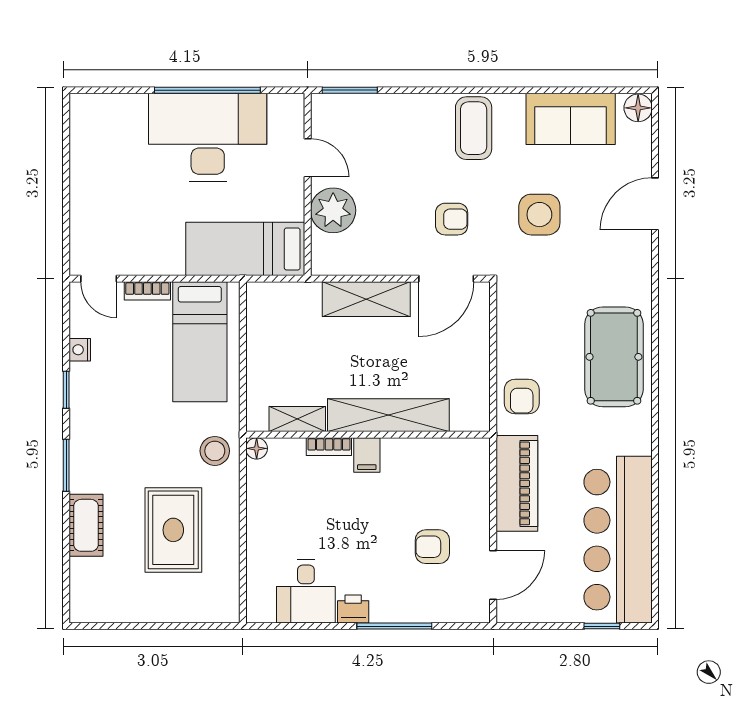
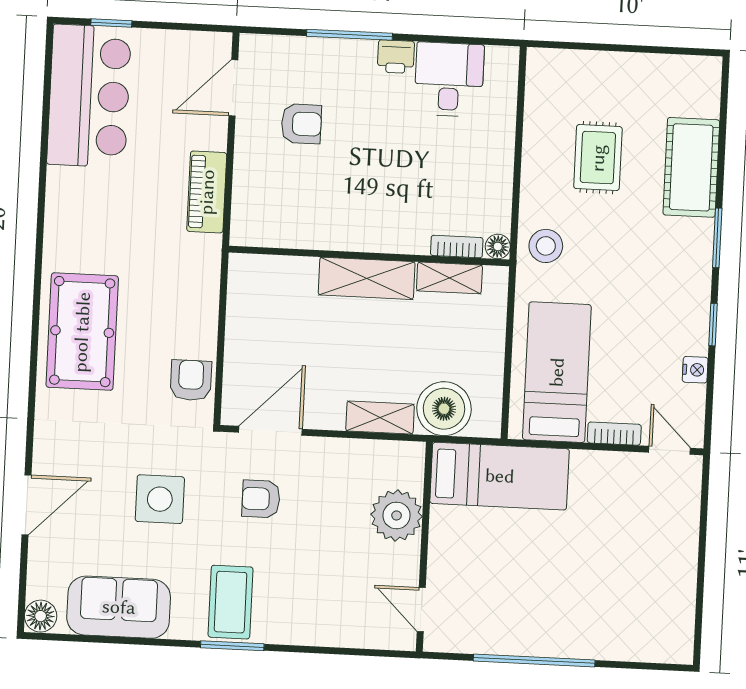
window: (350, 90) -> (232, 646), moved
desk: (208, 137) -> (536, 606), removed
door: (308, 158) -> (421, 609), moved
shelving: (366, 299) -> (380, 418), width x0.67, depth x0.75
boiler: (296, 305) -> (444, 409), added
armchair: (522, 396) -> (191, 380), moved
shelving: (388, 415) -> (367, 278), width x0.68
bookcase: (329, 447) -> (457, 247), moved
filing cabinet: (367, 455) -> (371, 233), removed
piano: (517, 483) -> (207, 192), width x0.73, depth x0.75
cot: (86, 525) -> (691, 167), width x1.37, depth x1.34
rug: (173, 530) -> (598, 158), width x0.73, depth x0.70
bar counter: (618, 540) -> (89, 96), width x0.73

